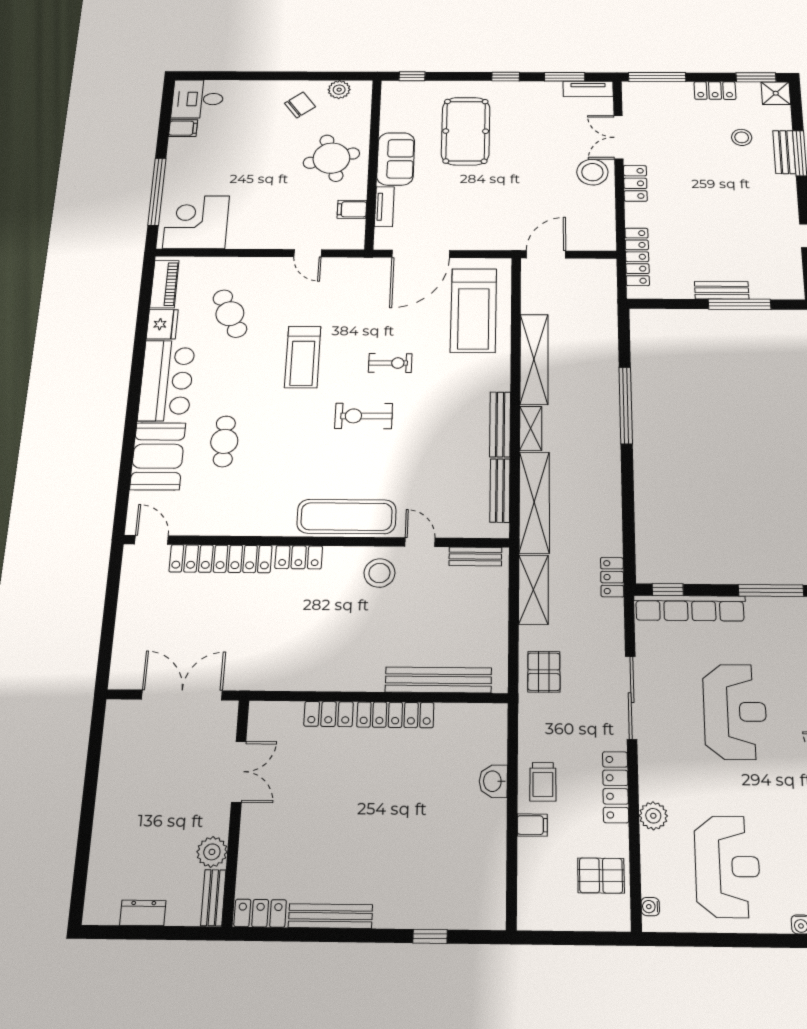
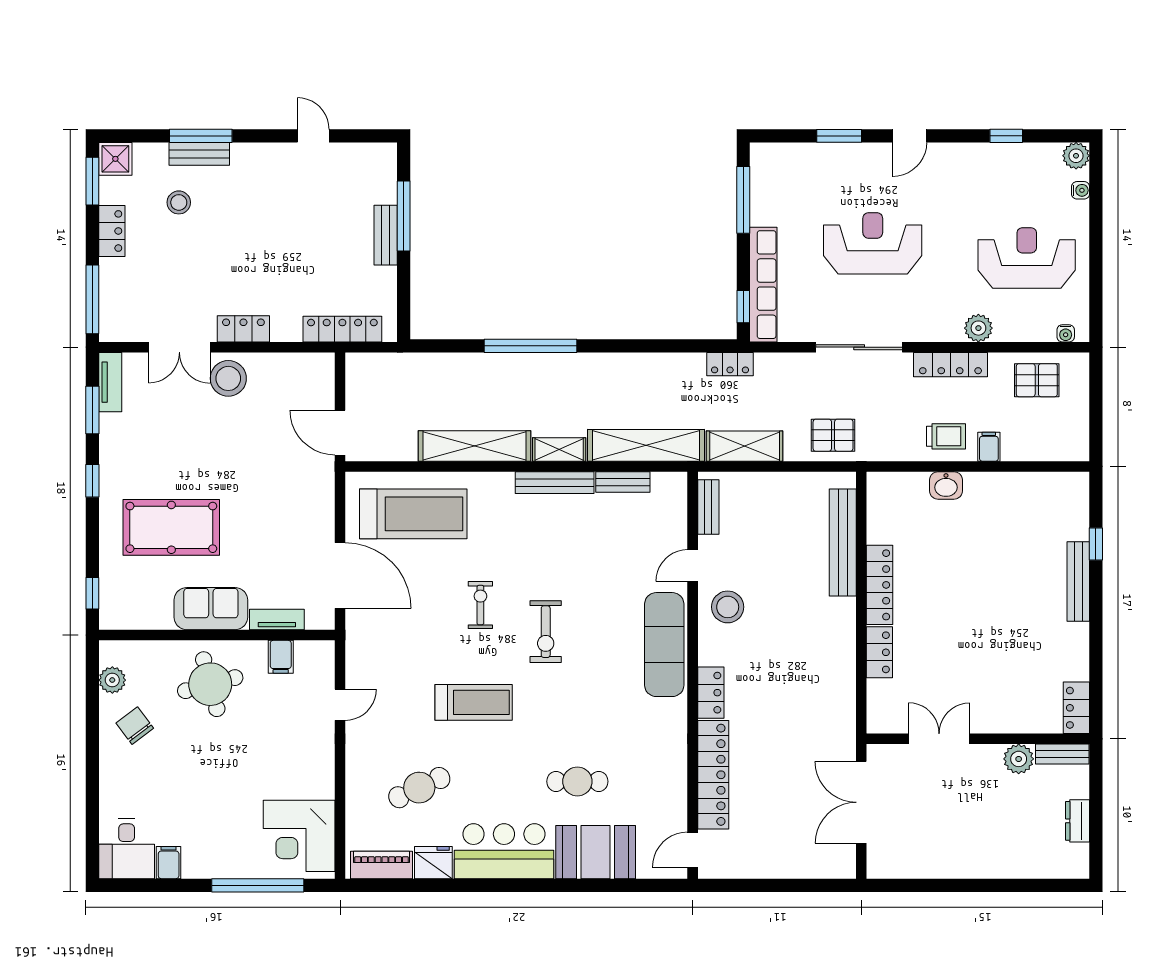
bench: (500, 490) -> (623, 482), width x0.73
pallet: (601, 876) -> (1037, 380), turned 90
bench: (330, 916) -> (1078, 582), moved

